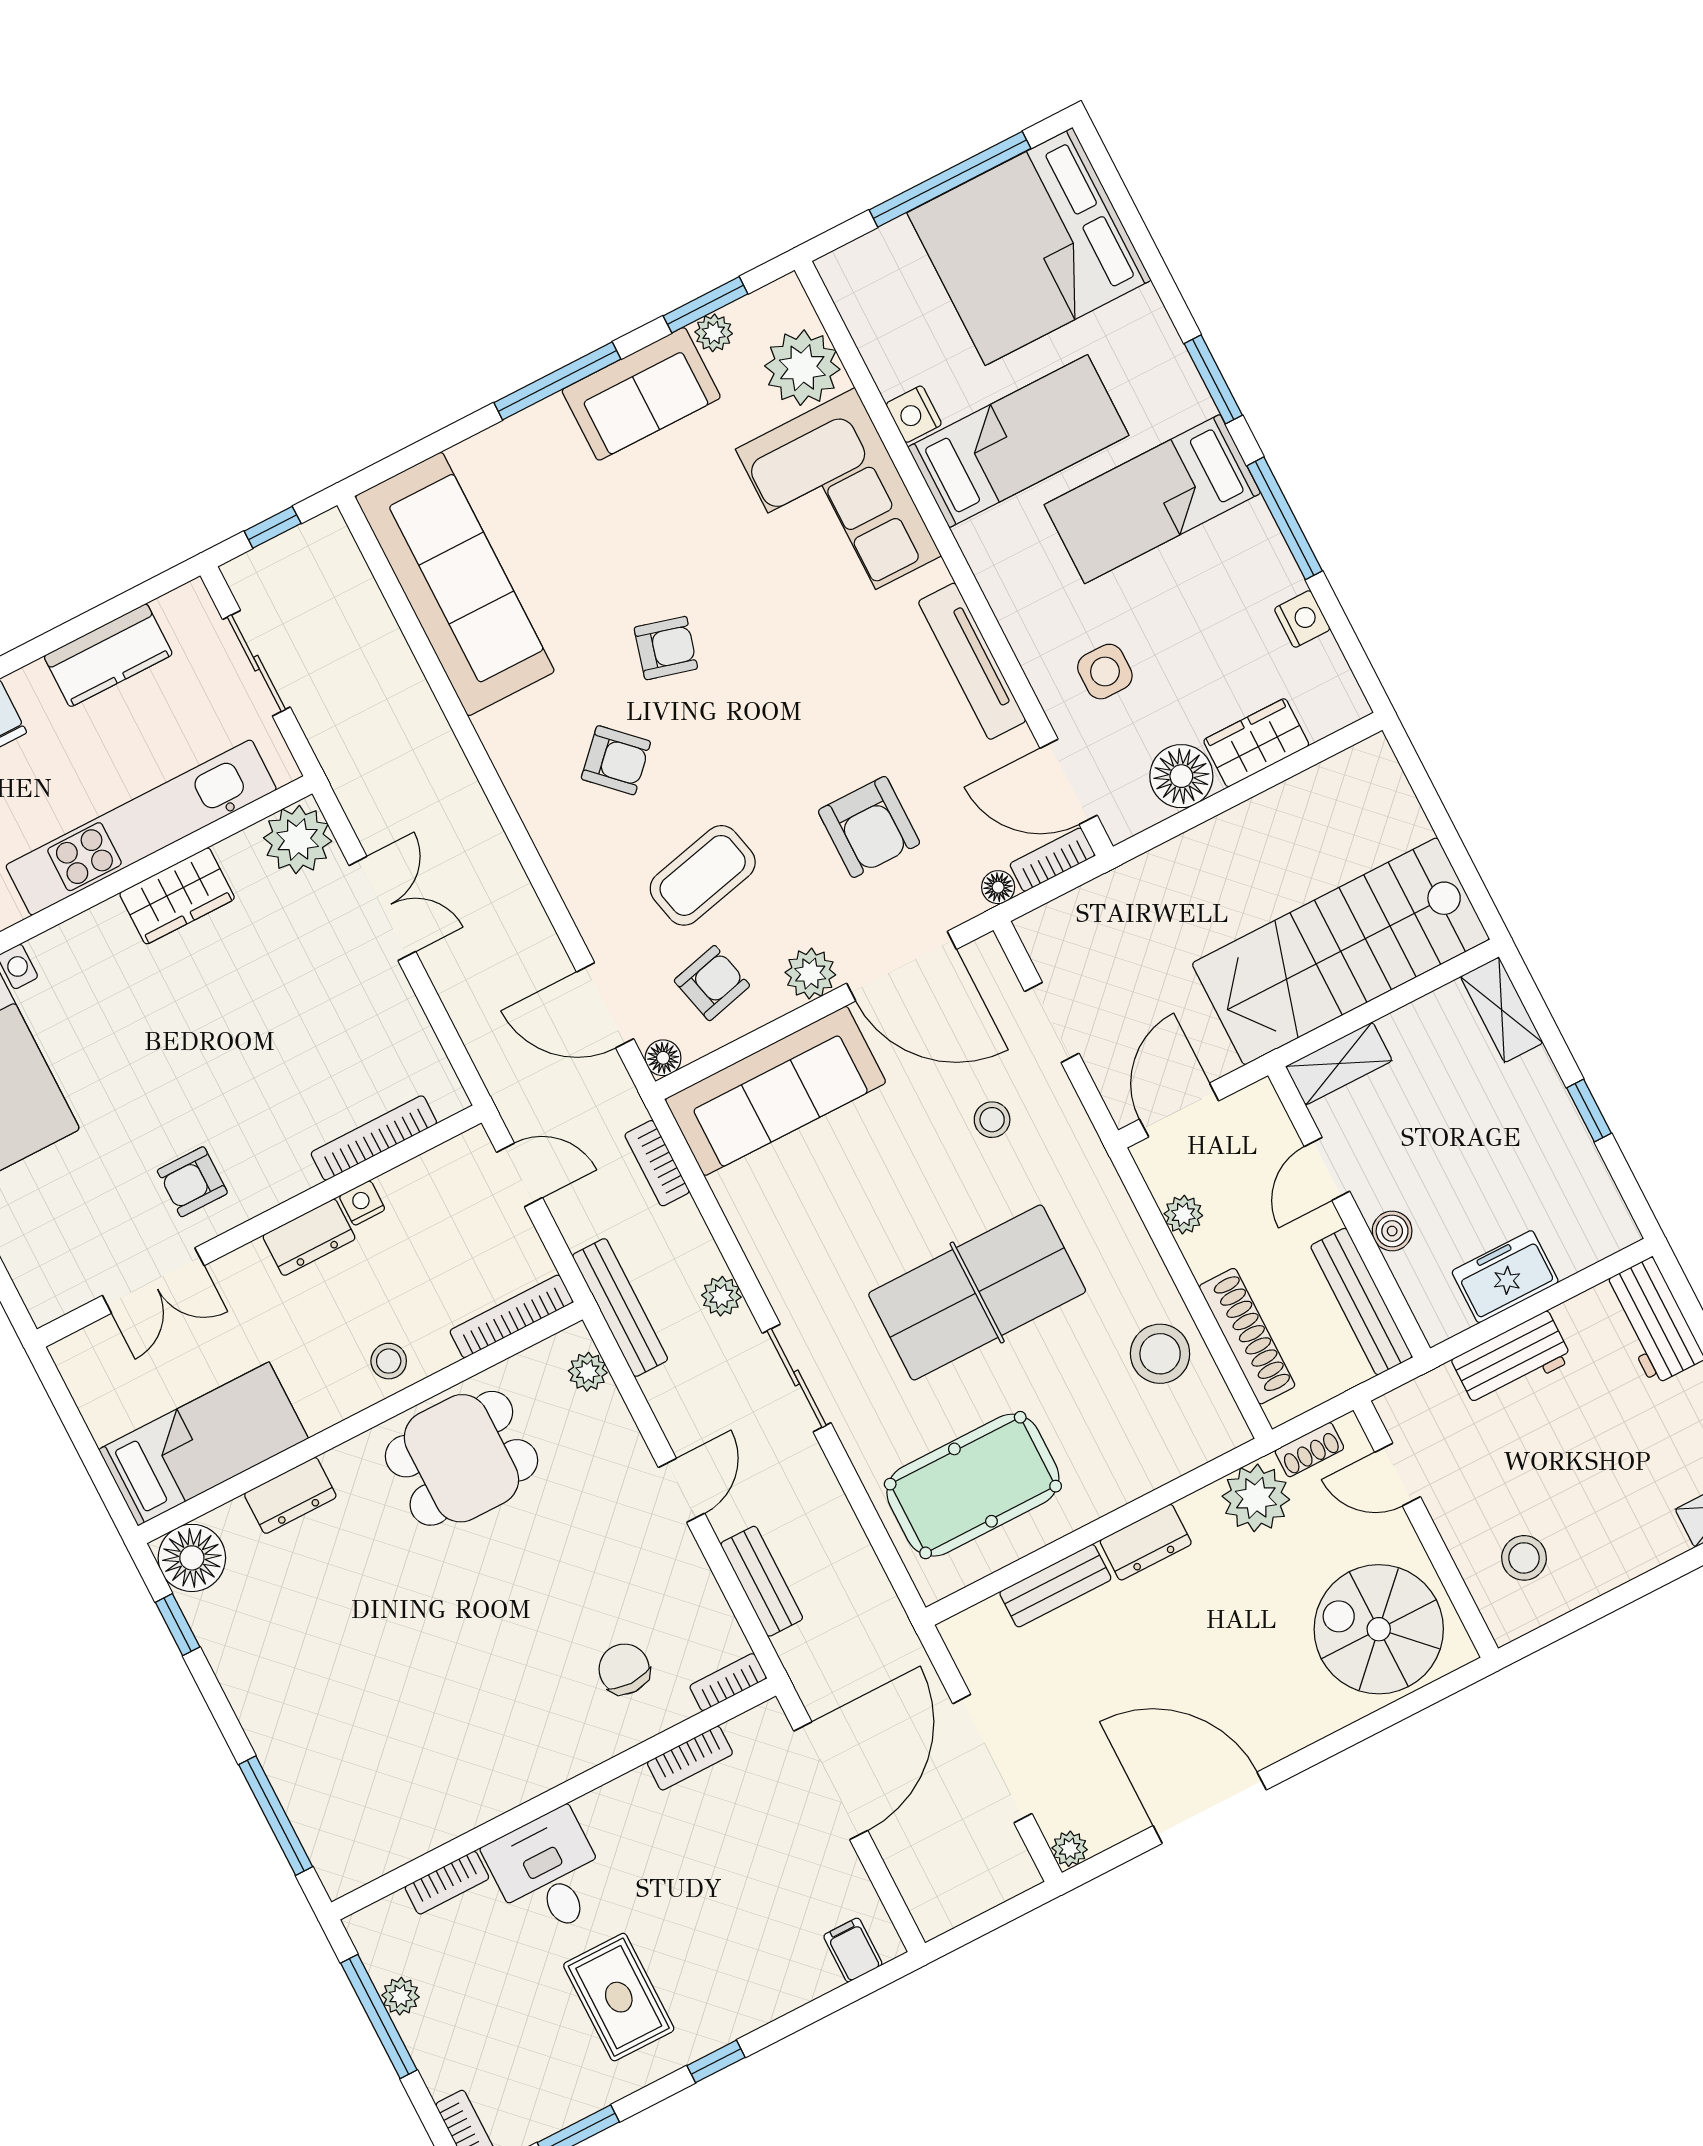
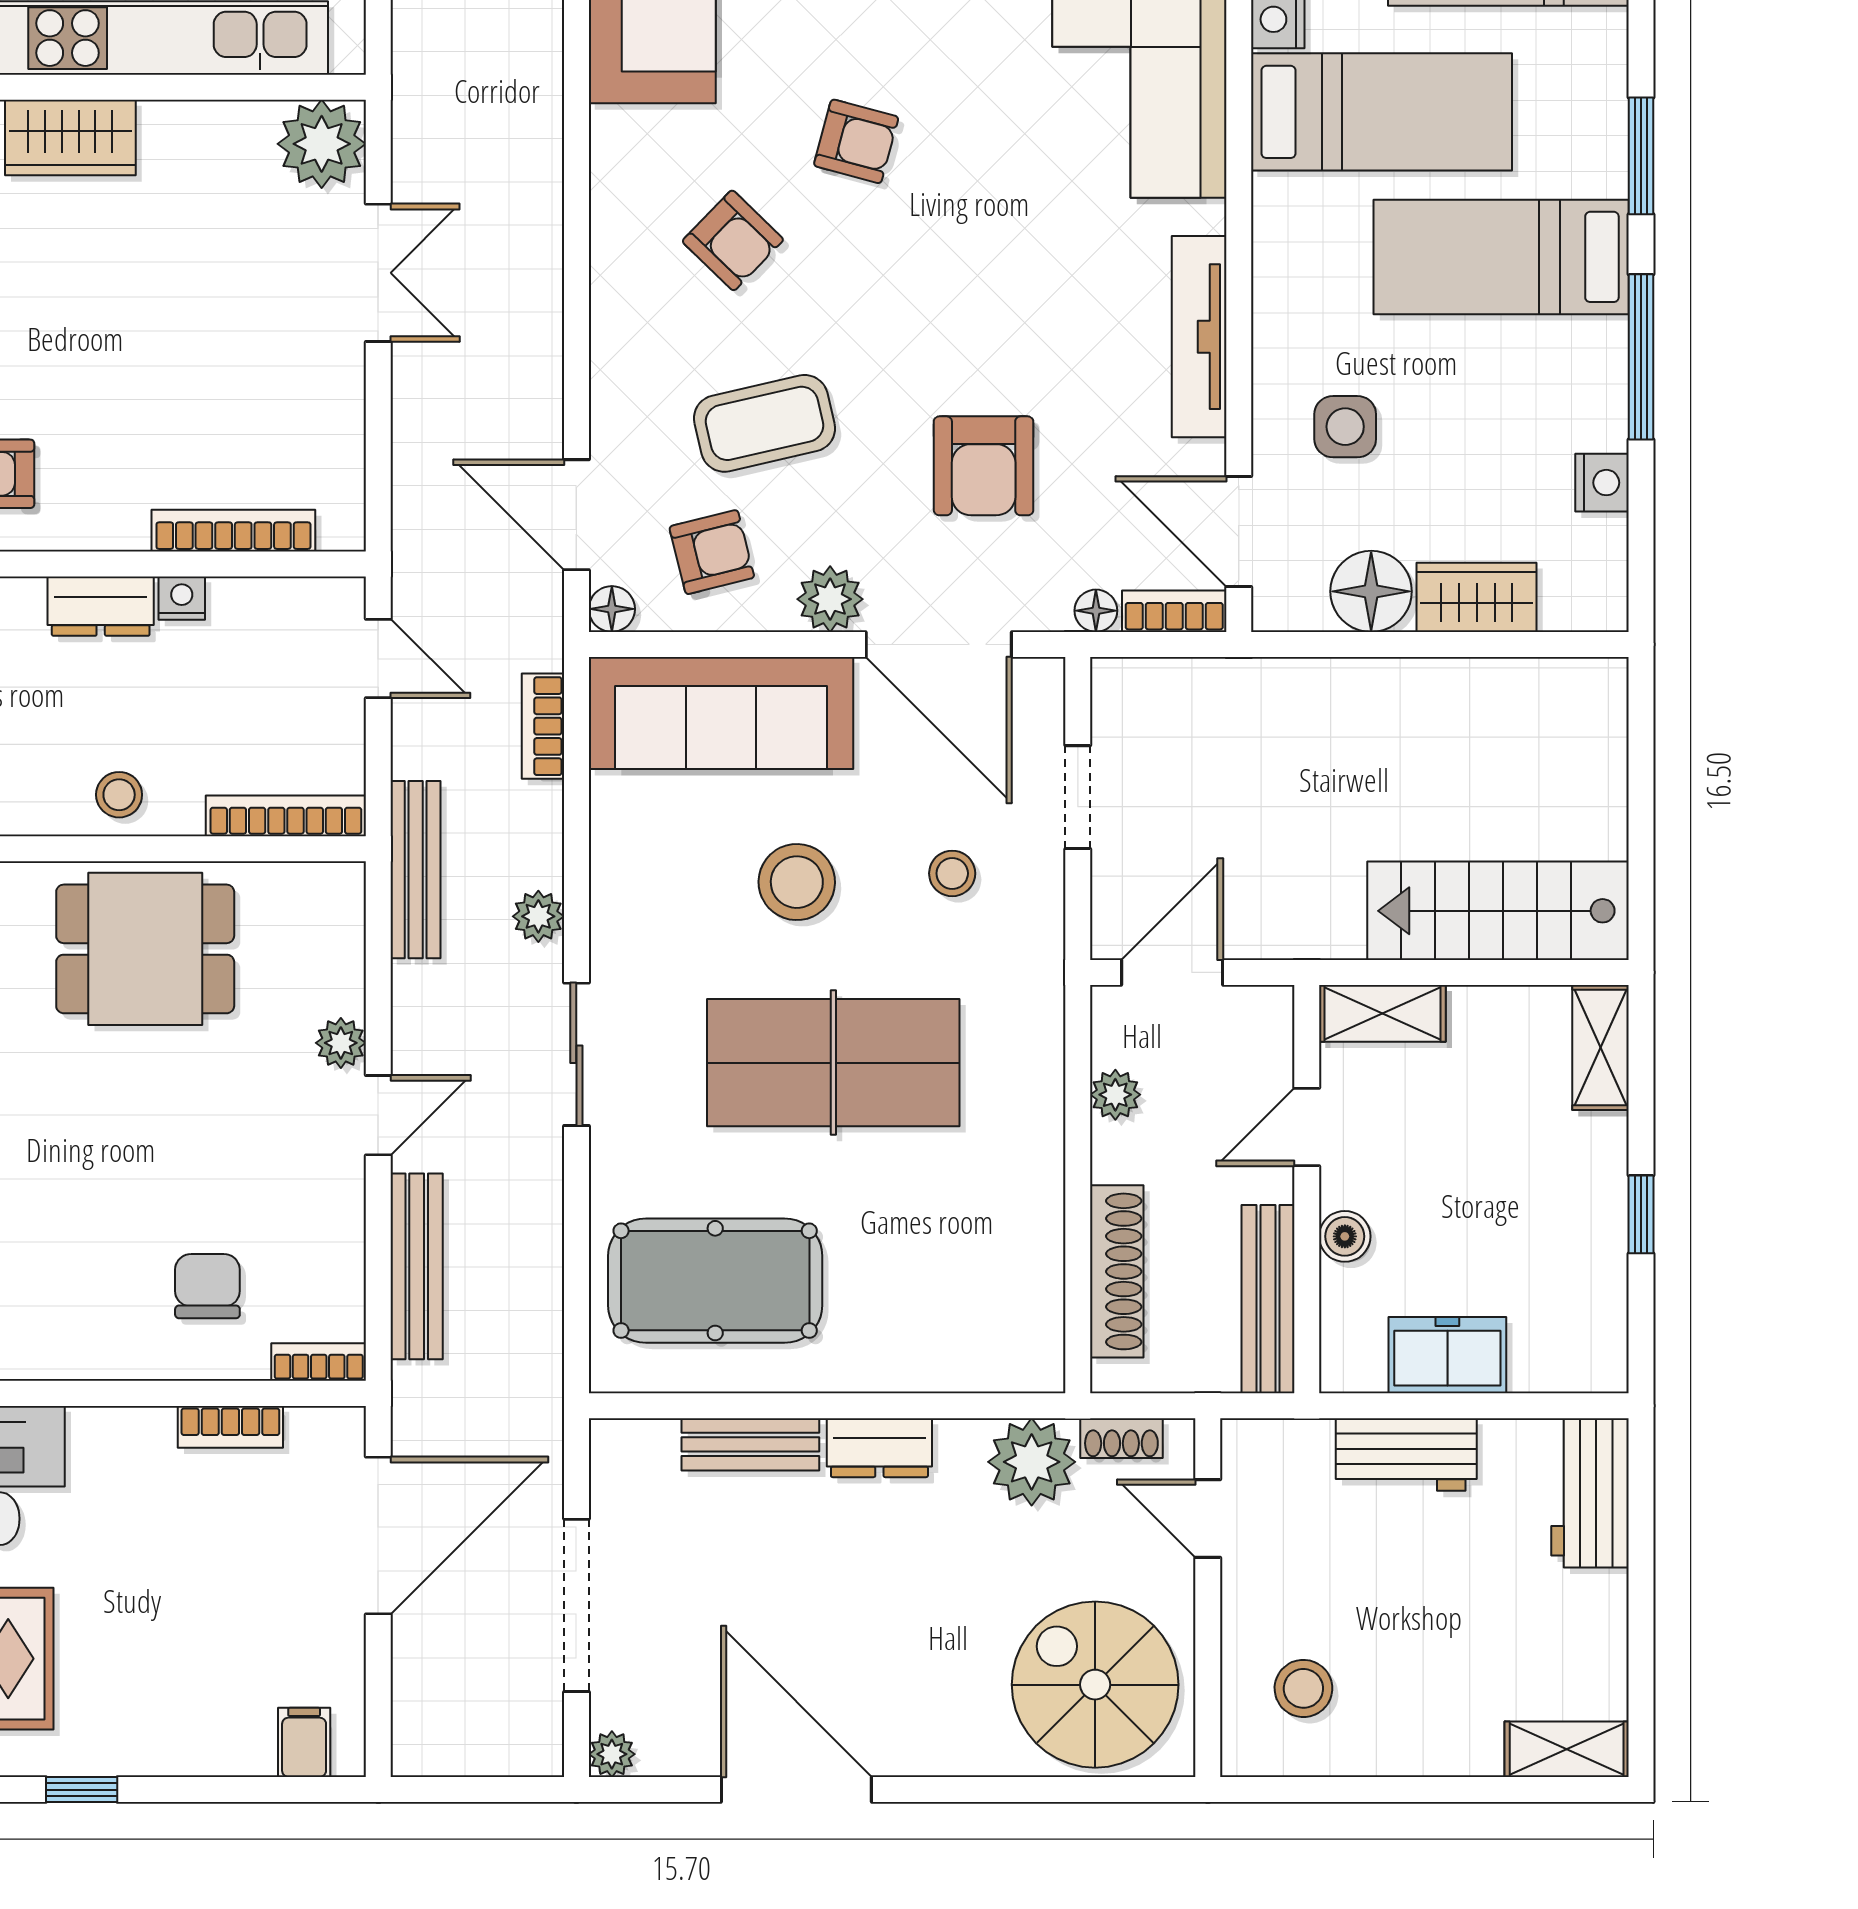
wardrobe: (177, 896) -> (70, 137), moved
stairs: (1341, 951) -> (1498, 911), width x0.73, depth x0.66
stool: (1160, 1354) -> (797, 882), moved
plant: (588, 1372) -> (341, 1043), moved
bench: (762, 1581) -> (417, 1266), width x1.36

